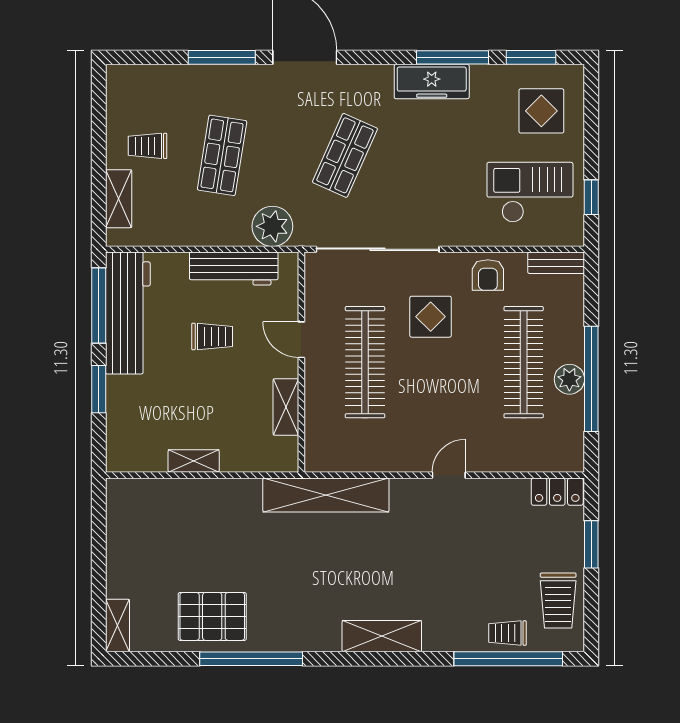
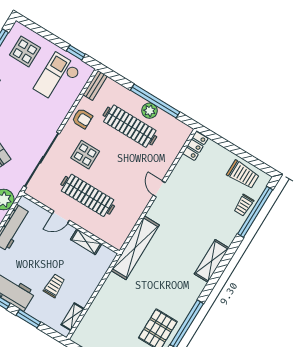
trolley: (212, 336) -> (54, 286), moved
shelving: (194, 461) -> (73, 317), moved
window: (591, 544) -> (227, 145), removed

